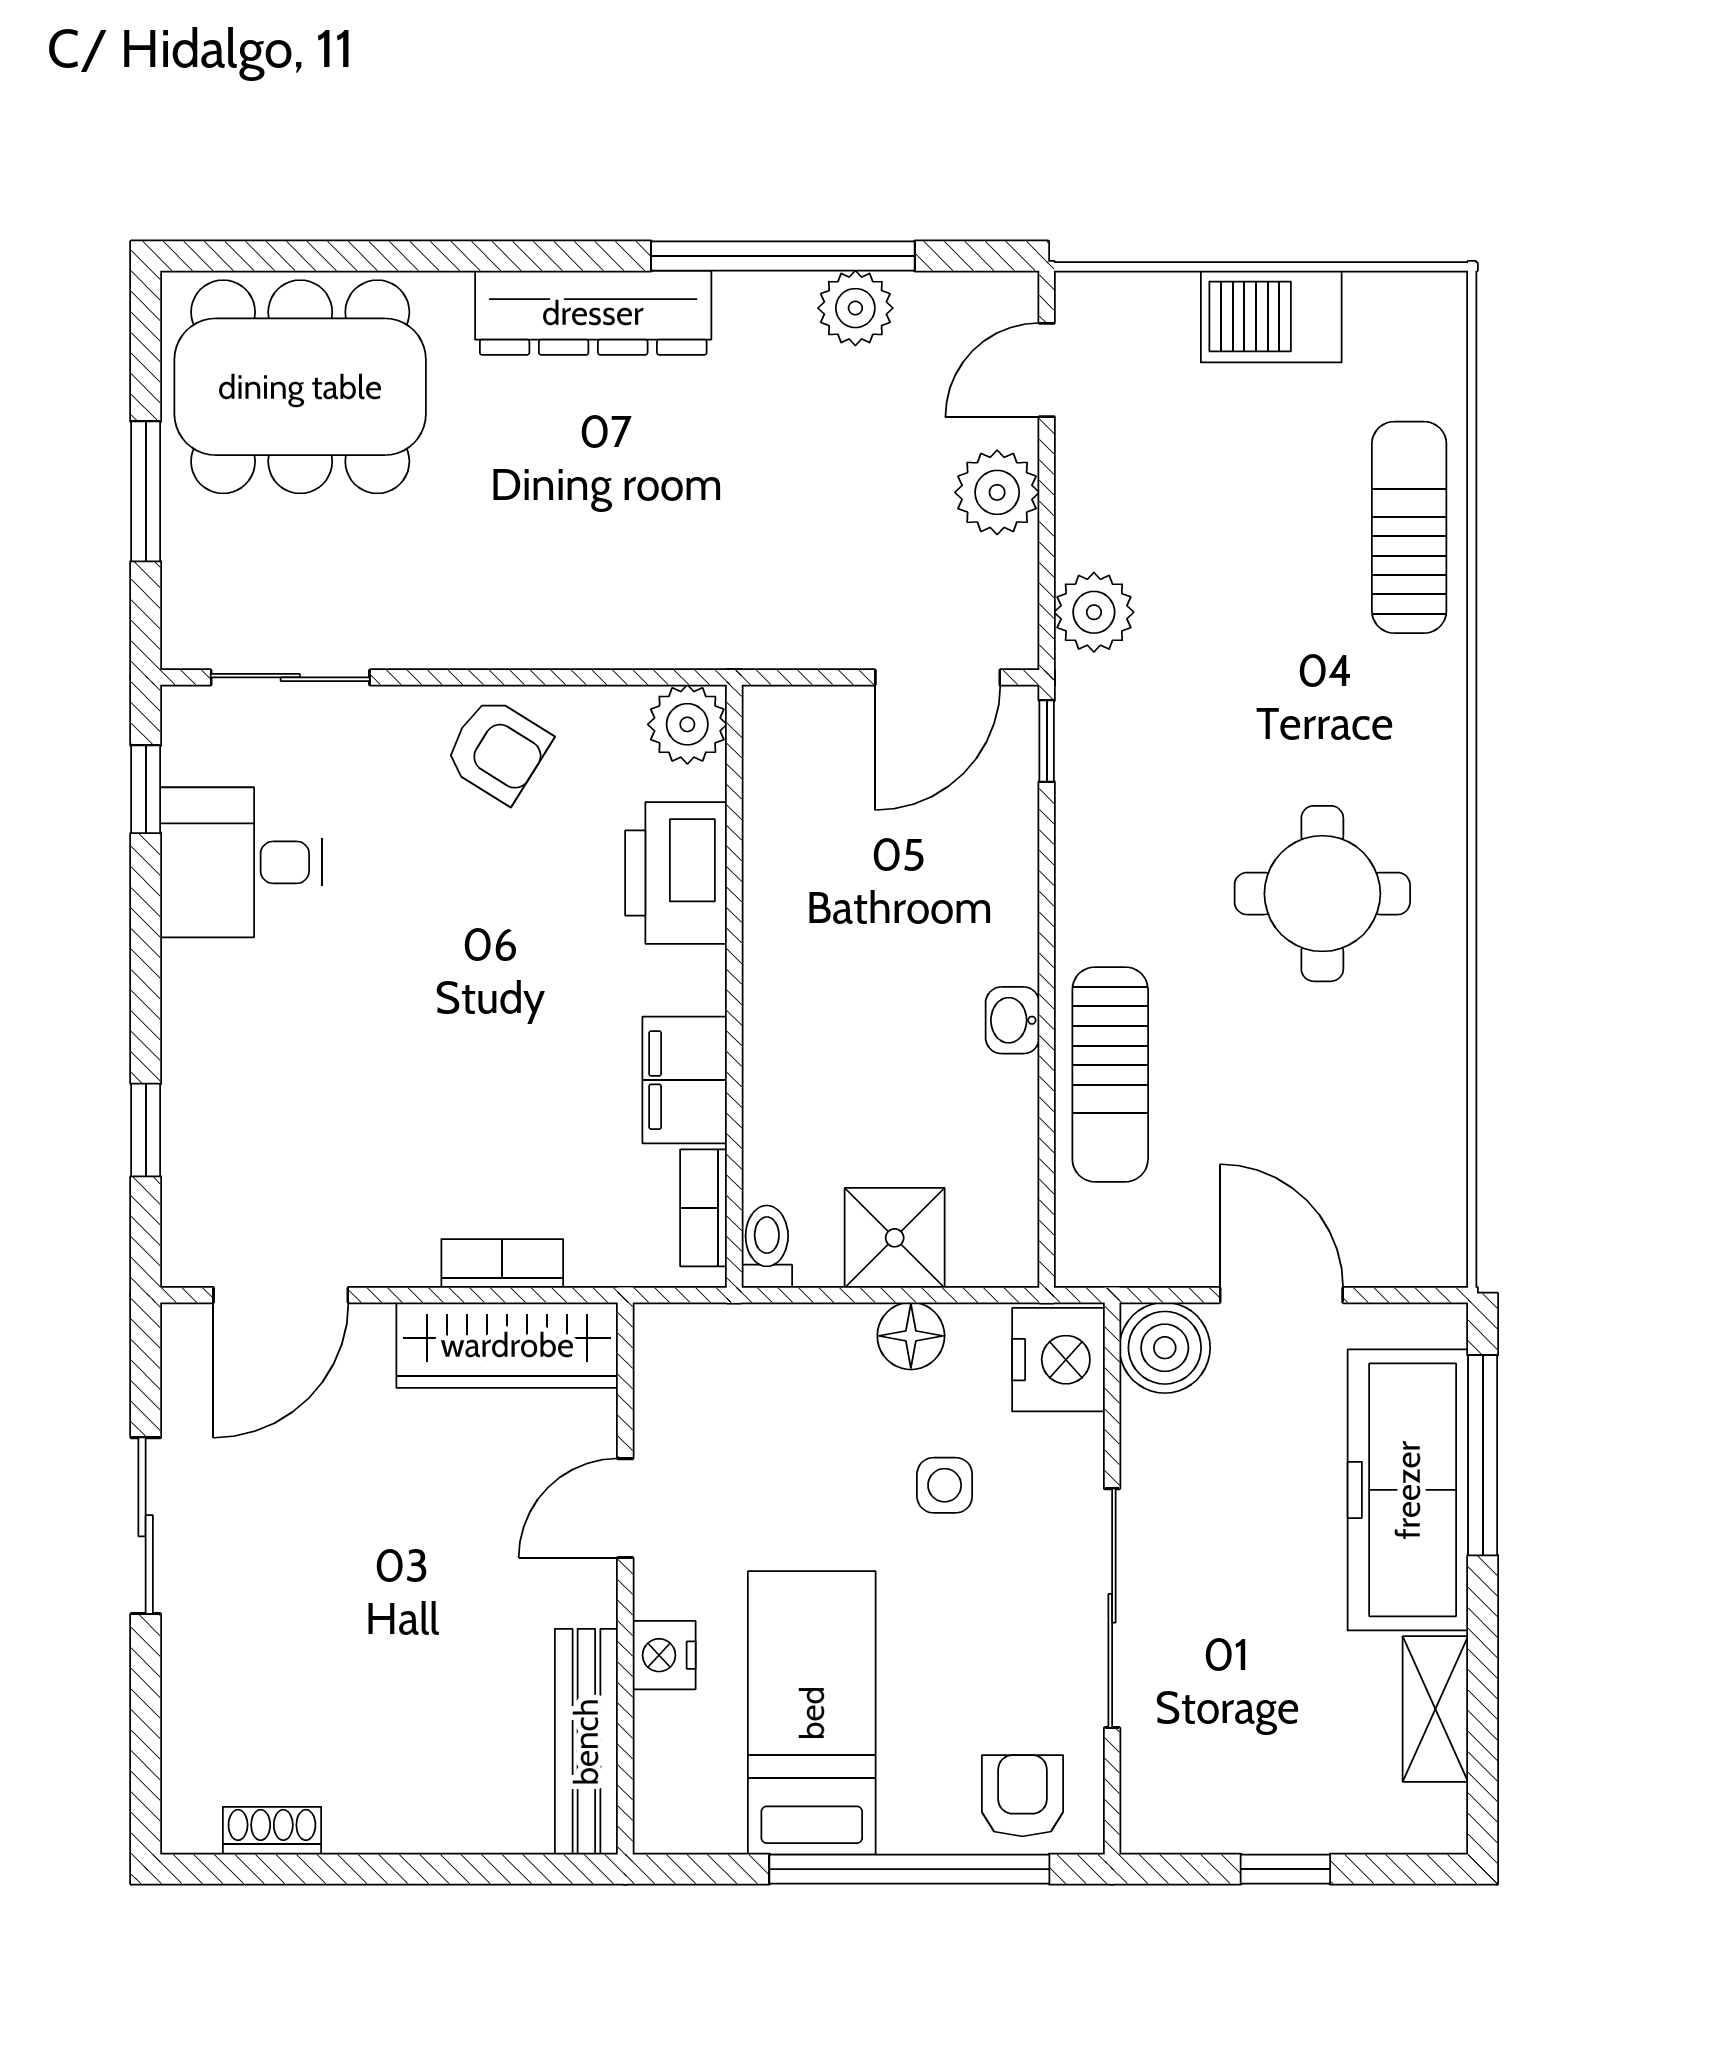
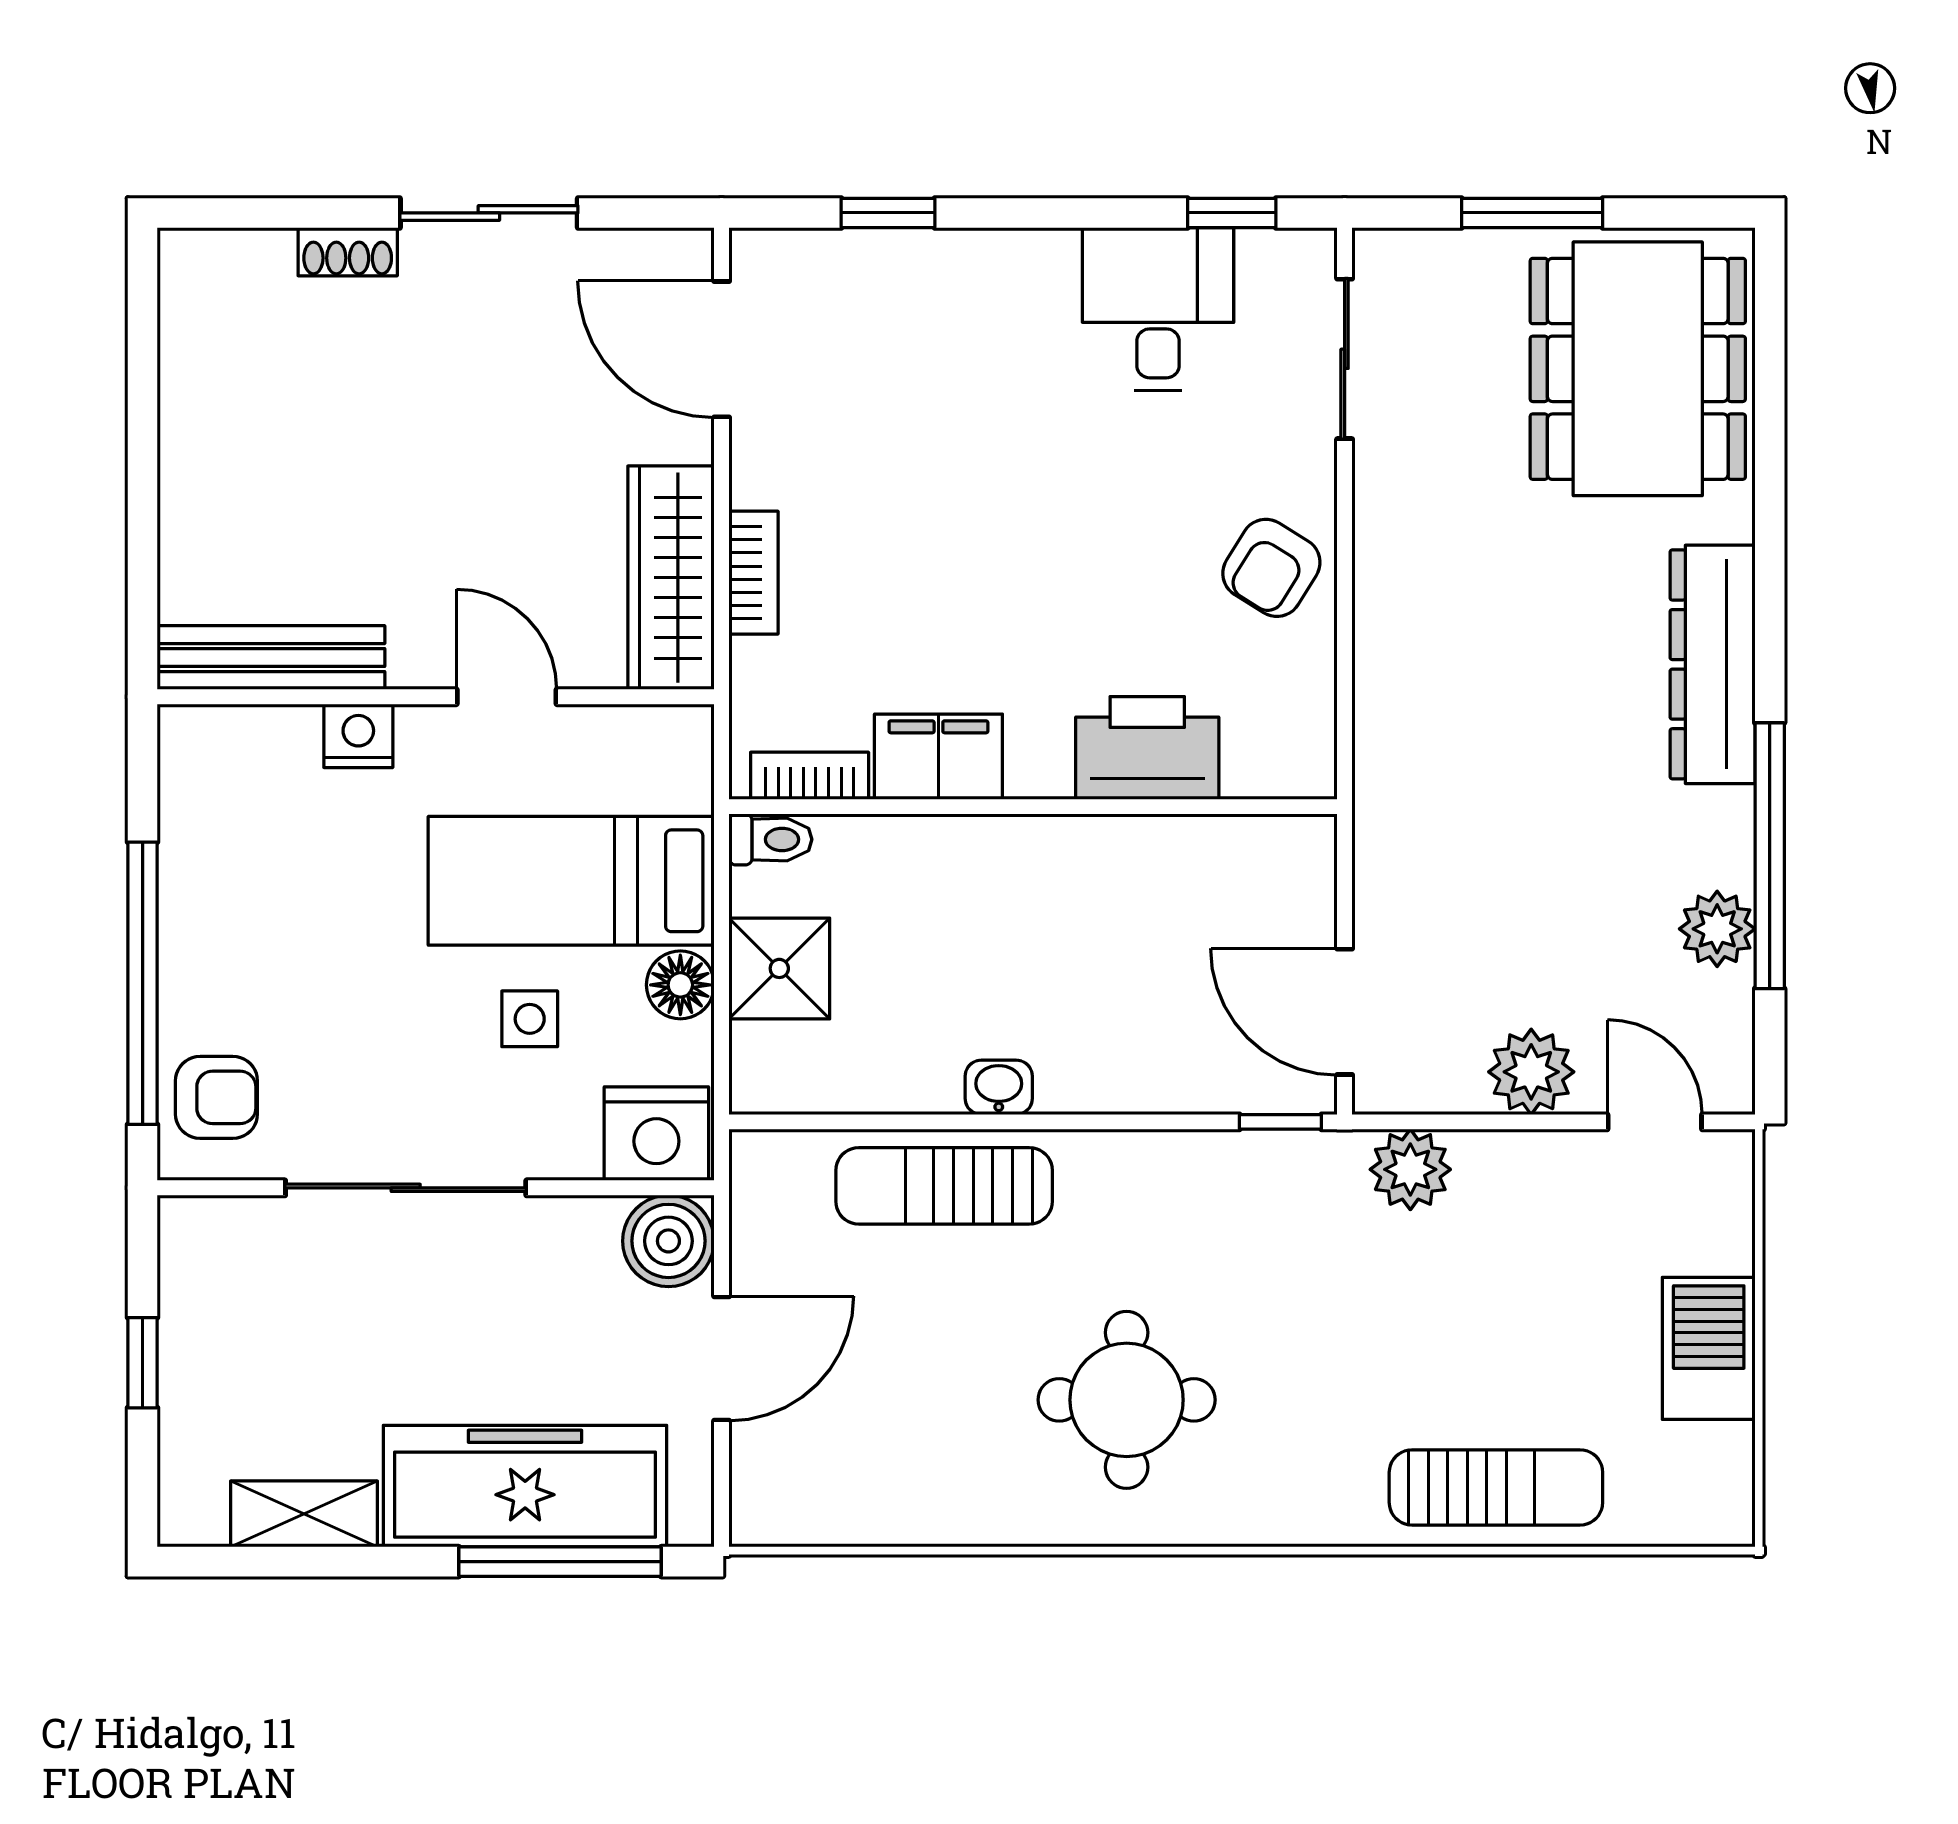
plant: (687, 724) -> (1297, 759), removed
bed: (812, 1713) -> (571, 881), moved, turned 180
shoe rack: (272, 1831) -> (348, 252), moved, turned 90

